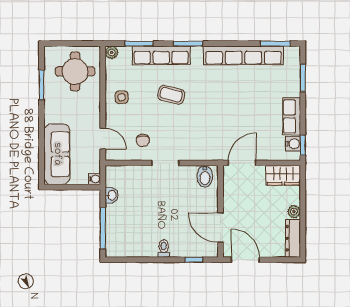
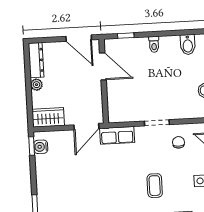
coffee table: (171, 95) -> (155, 186), turned 76
row of seats: (292, 116) -> (117, 135), moved, turned 90
bidet: (205, 176) -> (188, 45), moved, turned 180

